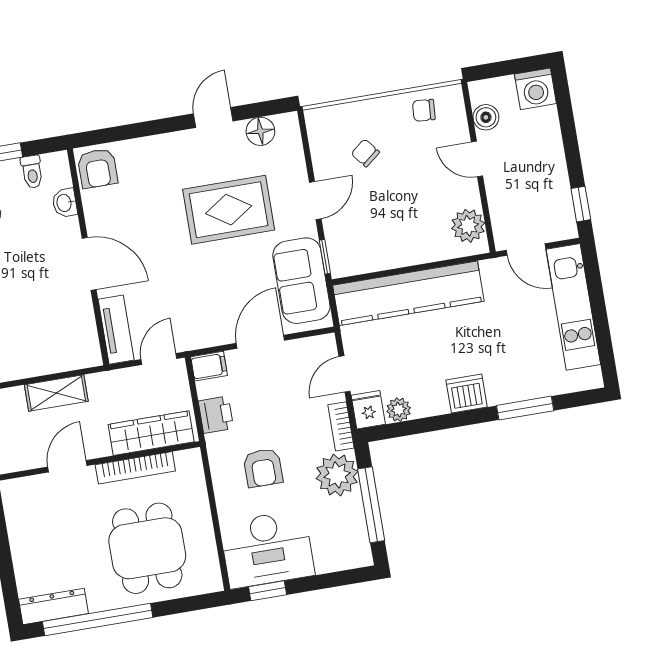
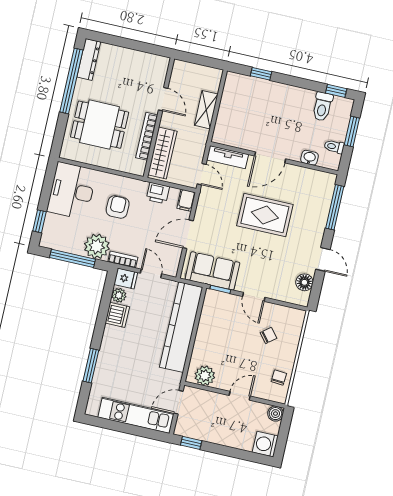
boiler: (486, 117) -> (275, 414), moved
window: (125, 132) -> (335, 207), added
armchair: (97, 168) -> (321, 184), removed
rug: (229, 210) -> (265, 215), moved, turned 90
door: (260, 342) -> (188, 234), swing flipped
dishwasher: (467, 393) -> (117, 315), moved
armchair: (263, 468) -> (118, 207), turned 90
window: (268, 591) -> (40, 221), moved

